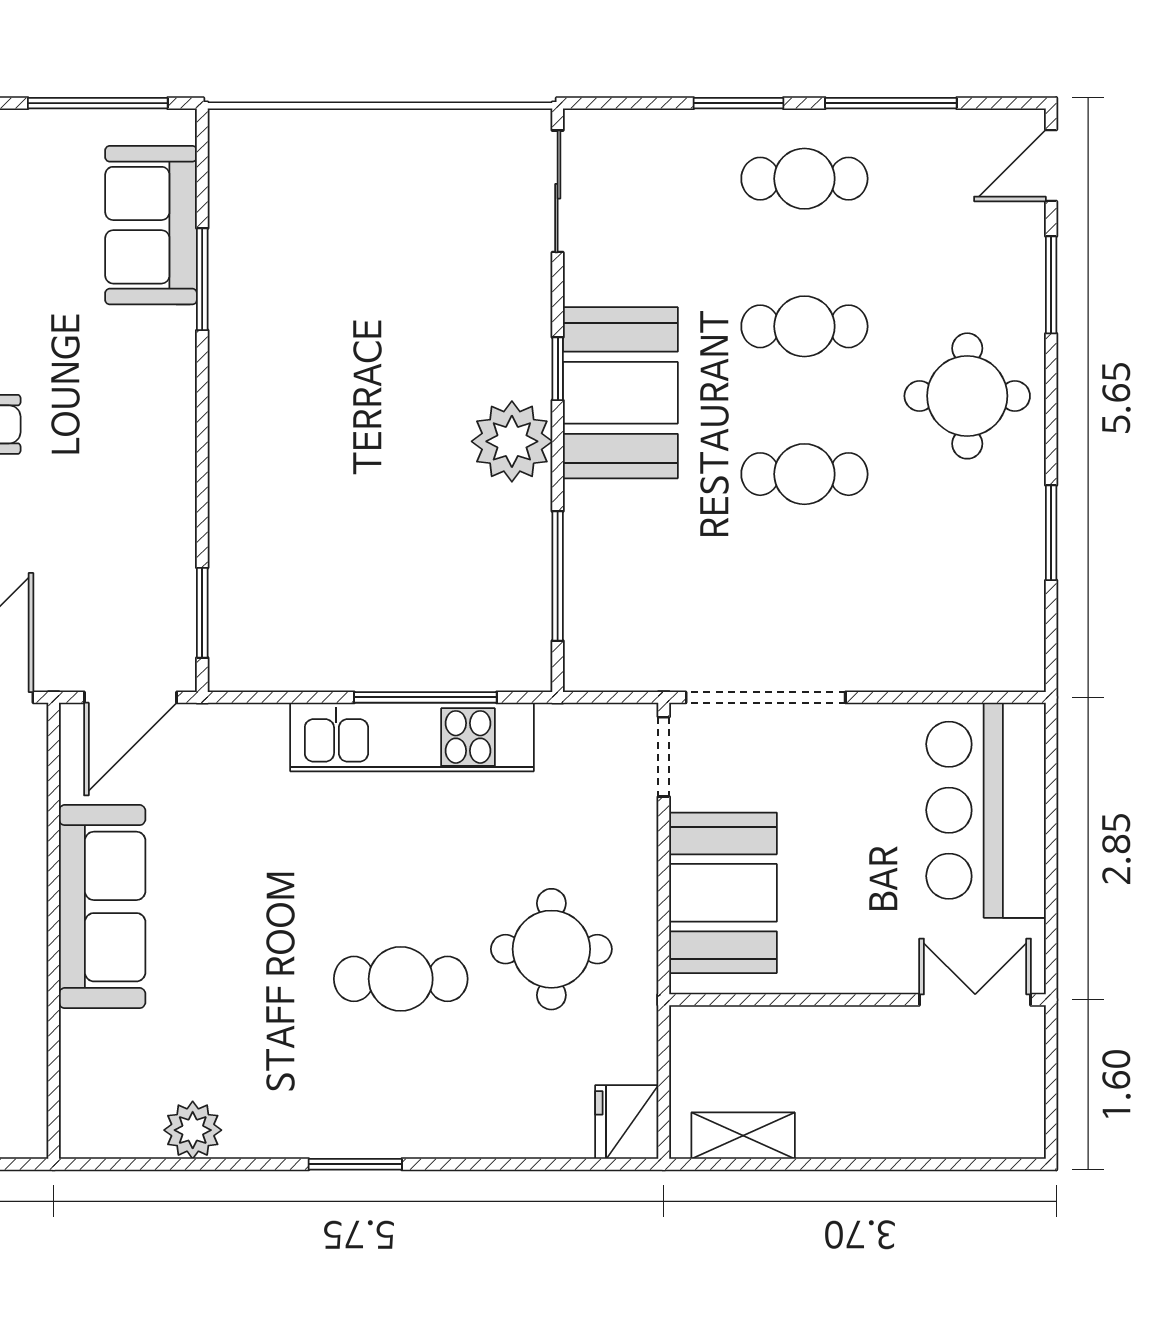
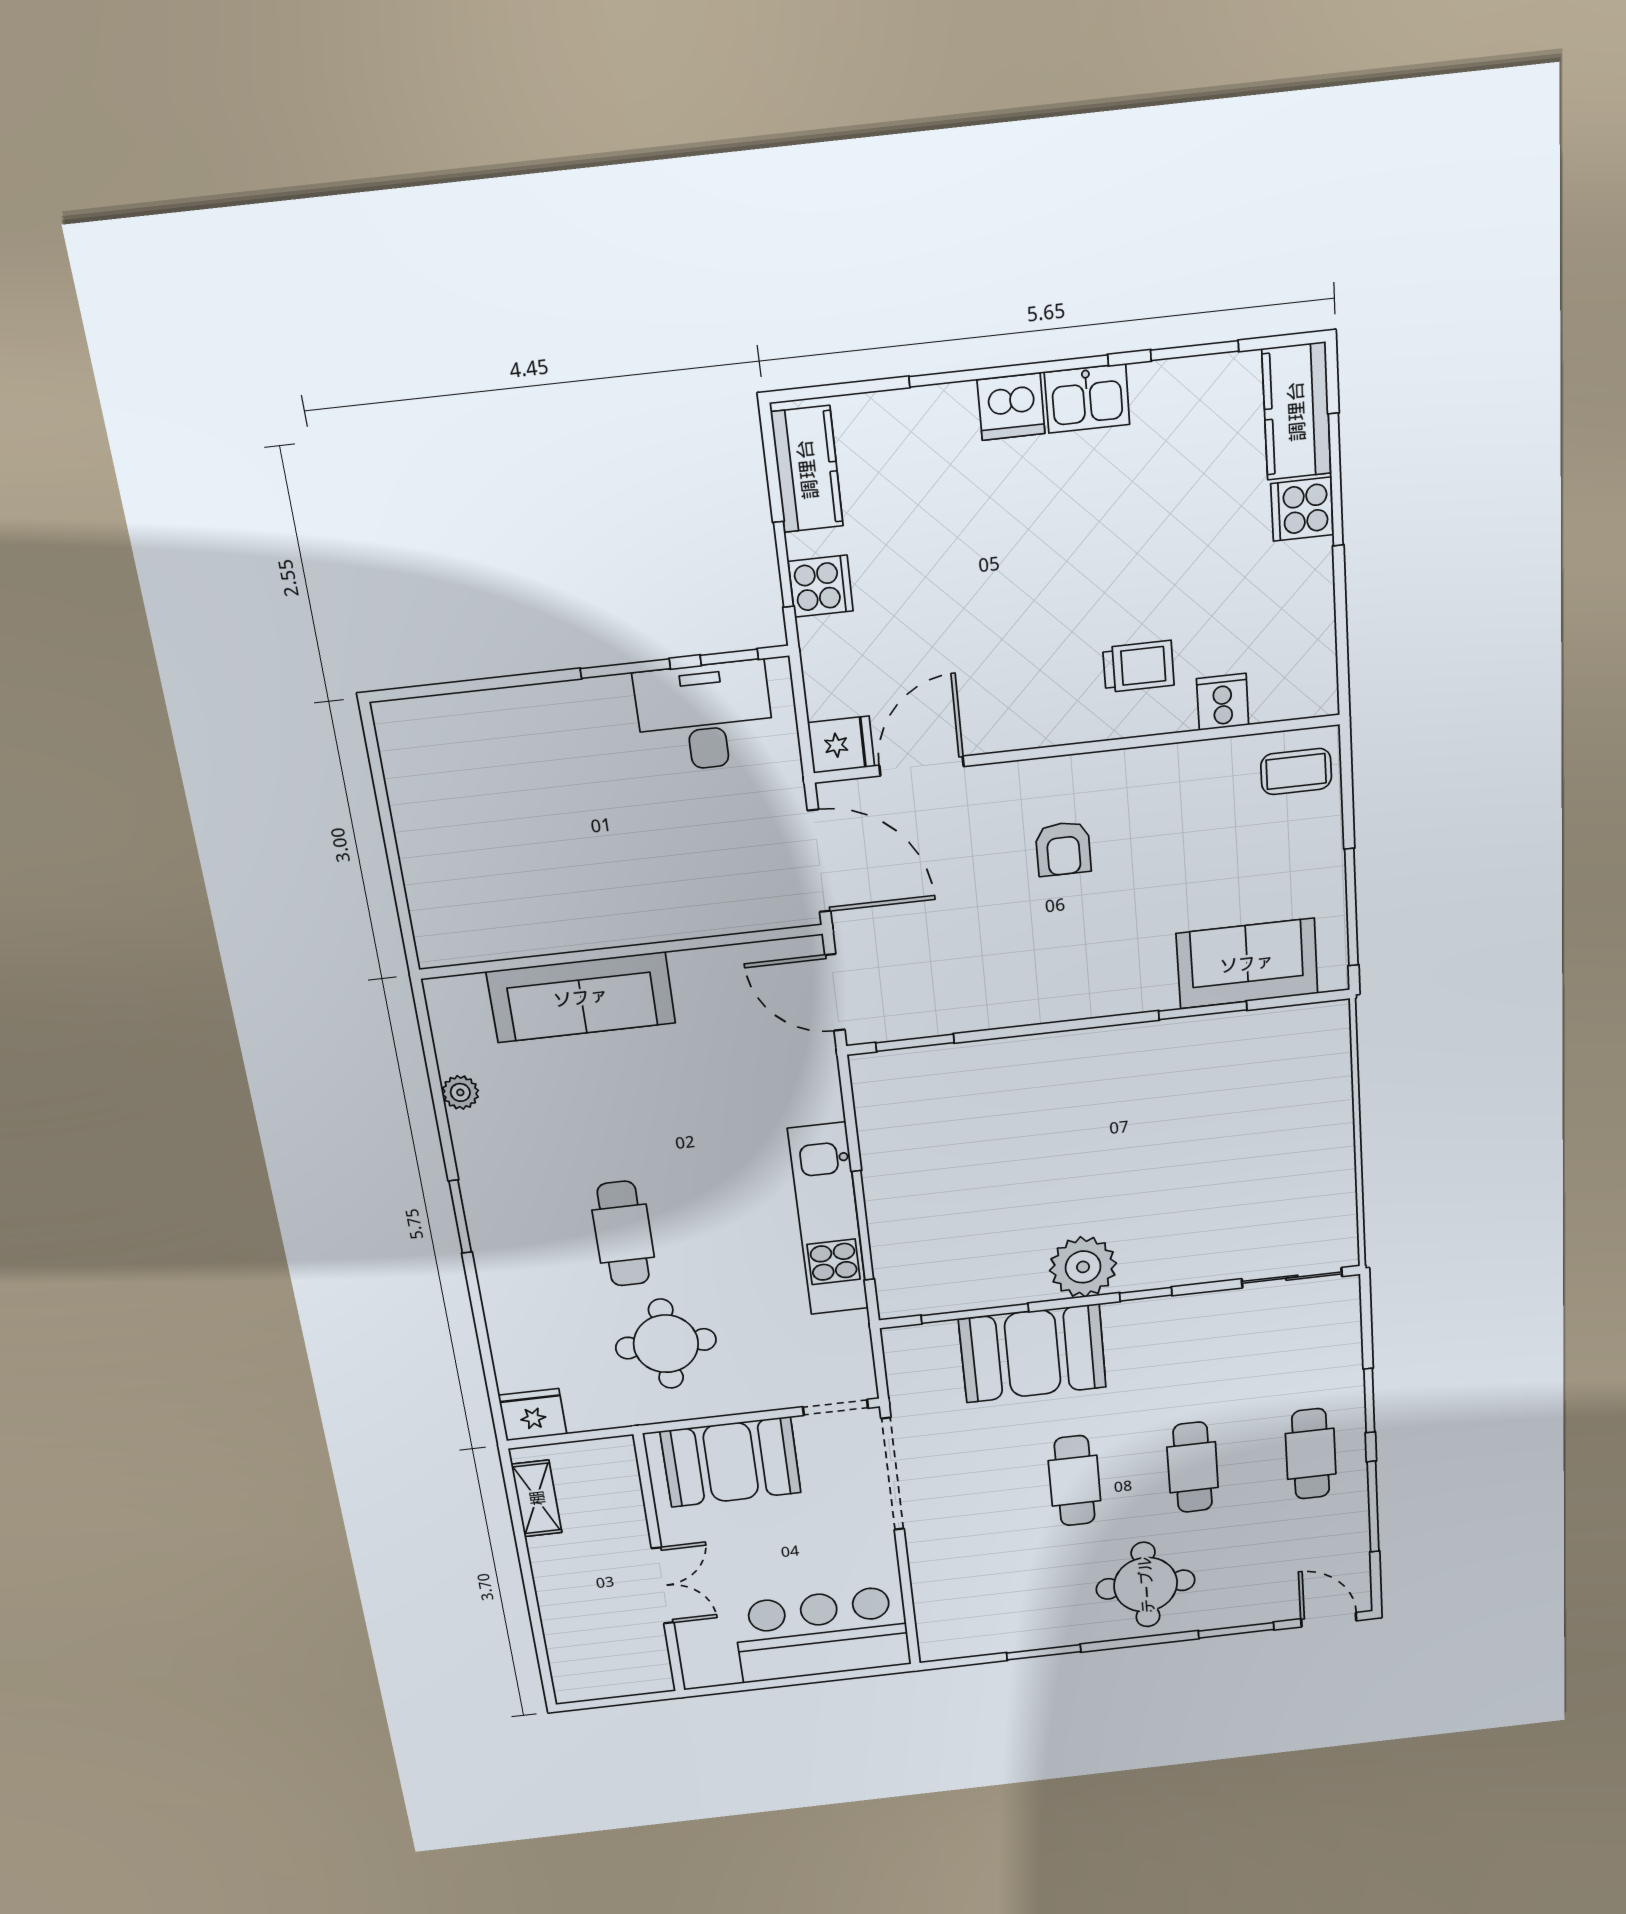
booth: (620, 393) -> (1033, 1353), moved
sofa: (102, 907) -> (581, 997), moved
double door: (975, 1000) -> (663, 1586), moved
plant: (193, 1130) -> (460, 1092), width x0.73, depth x0.73

